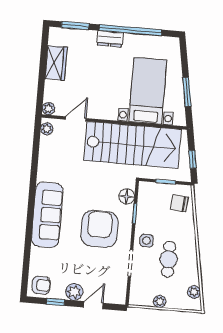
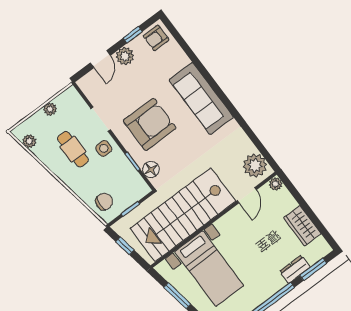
dresser: (110, 39) -> (295, 269), moved
plant: (47, 129) -> (255, 165), width x1.88, depth x1.88
armchair: (100, 229) -> (150, 124), turned -90

